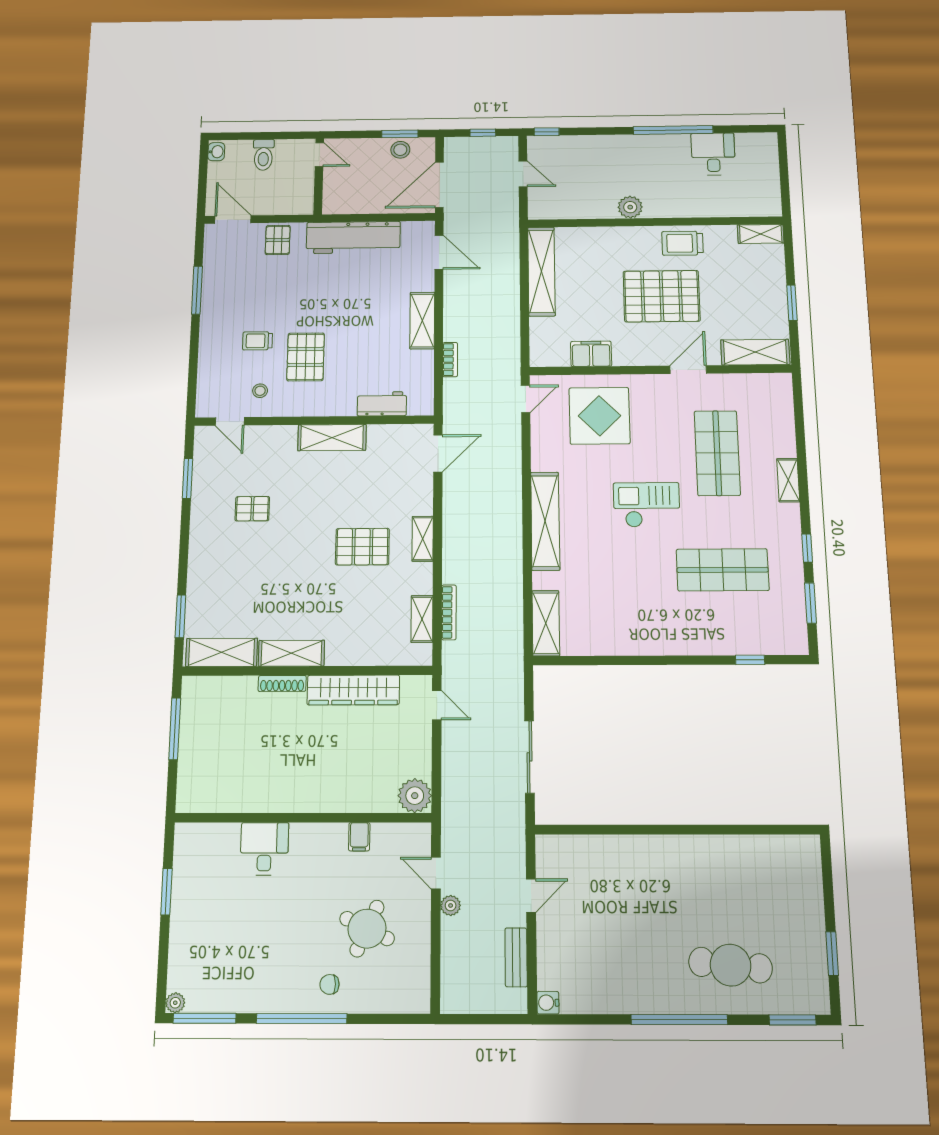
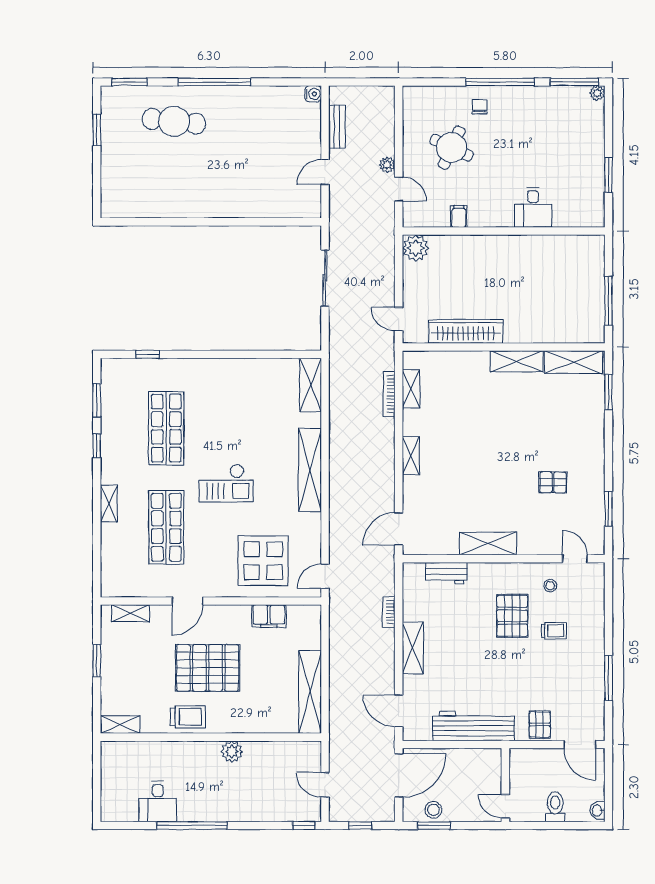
shelving: (755, 352) -> (130, 613), width x0.67, depth x0.75
pallet: (362, 547) -> (461, 449), removed
shop shelf: (723, 570) -> (166, 428), turned 90
shoe rack: (282, 683) -> (523, 337), removed
chair: (330, 984) -> (480, 107), turned -90

